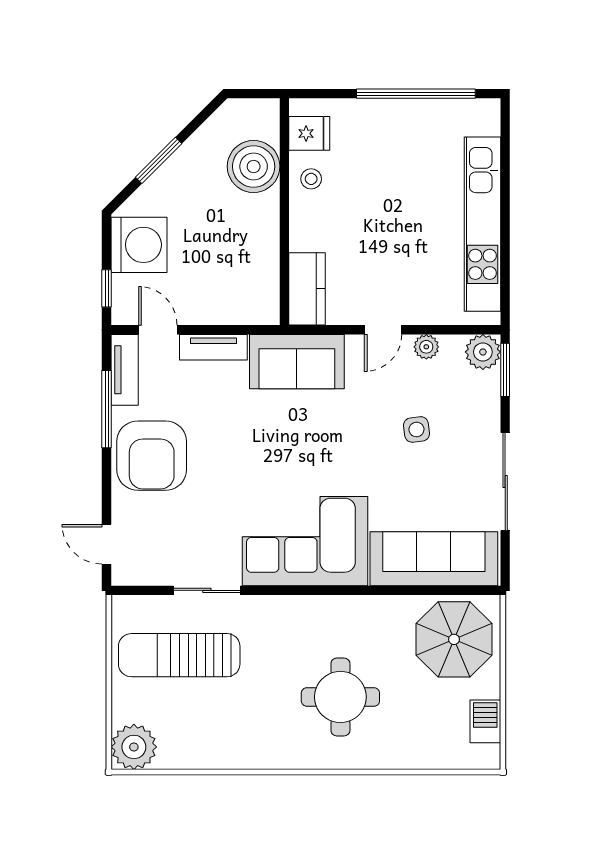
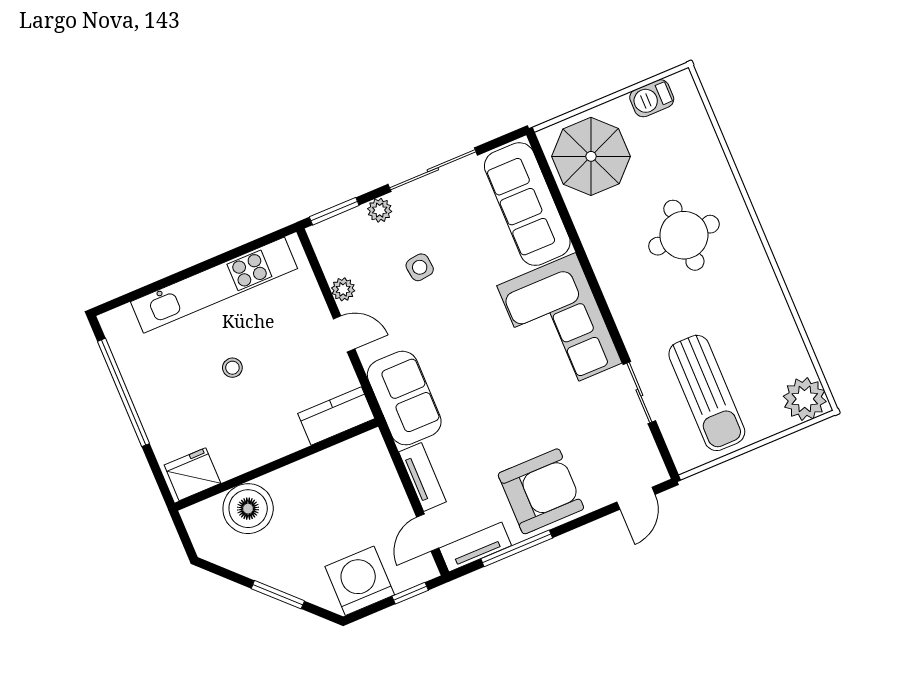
fridge: (309, 133) -> (192, 474), width x1.38
stool: (311, 179) -> (232, 368), moved
plant: (483, 352) -> (380, 210), moved, width x0.73, depth x0.73

